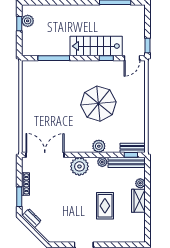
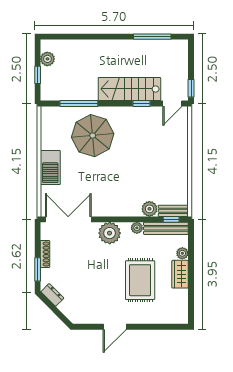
window: (19, 24) -> (38, 75), moved
parasol: (98, 104) -> (93, 136), moved
barbecue: (30, 112) -> (50, 168), added
plant: (99, 146) -> (149, 209), moved
rug: (105, 206) -> (140, 280), width x1.36, depth x1.43

